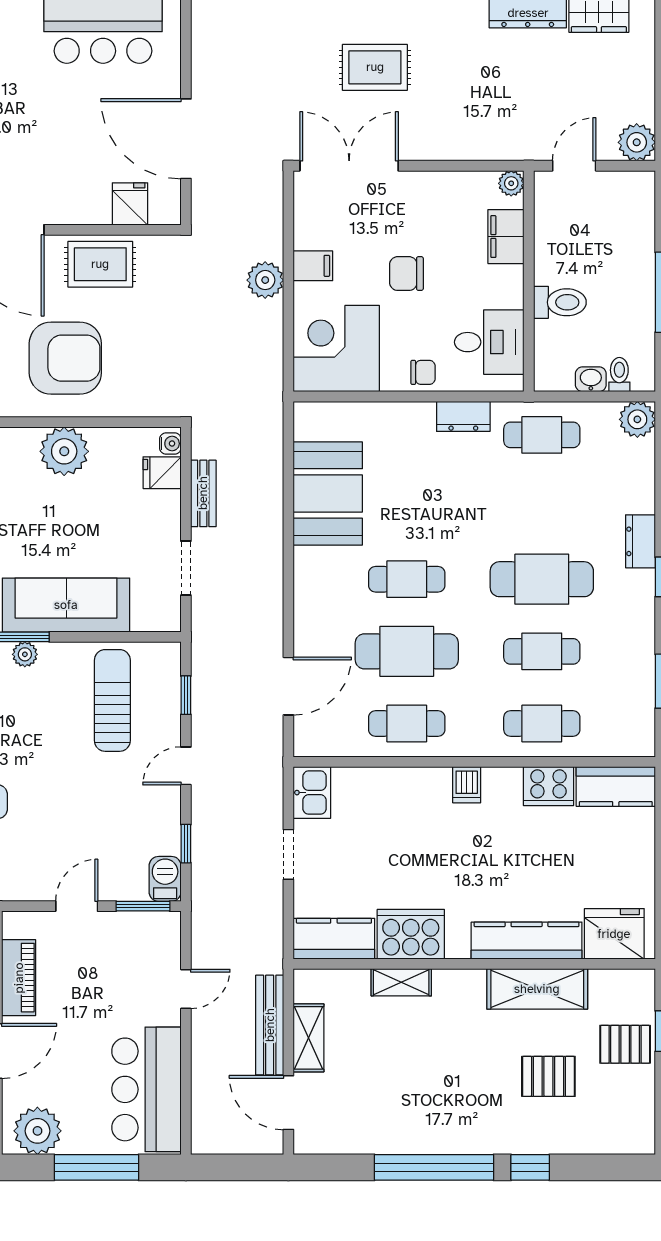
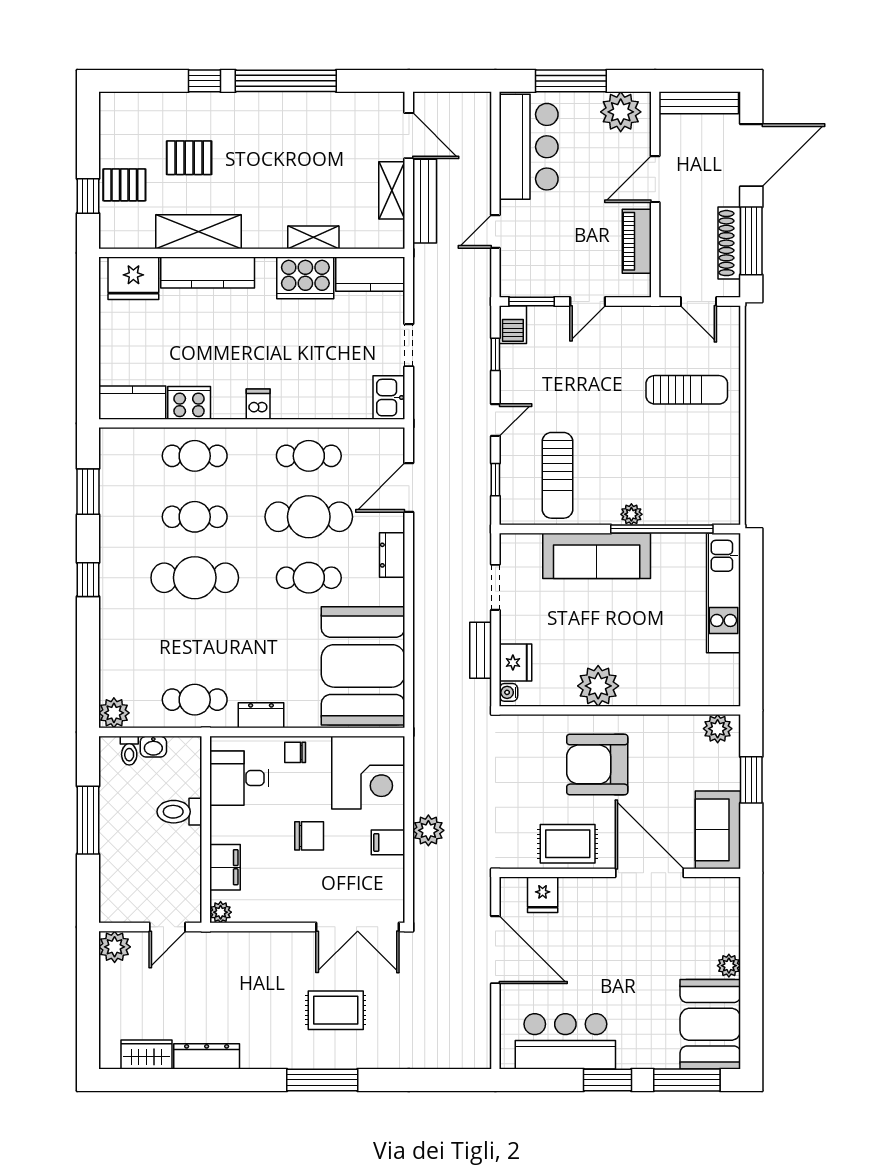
fridge: (162, 473) -> (516, 663), width x1.38
booth: (328, 493) -> (363, 666), width x1.36, depth x1.42
dresser: (640, 541) -> (392, 555), moved, turned 180

